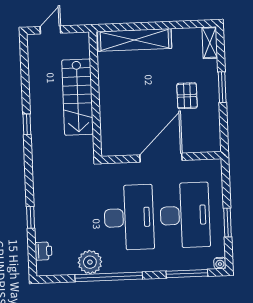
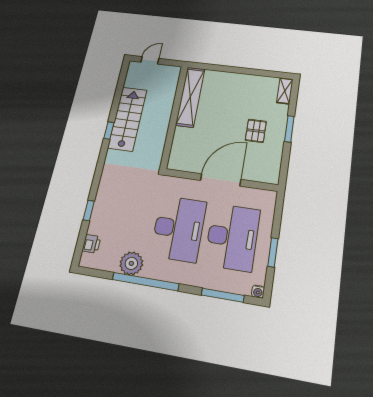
shelving: (134, 40) -> (190, 97), moved, turned 90
stairs: (78, 97) -> (127, 119), moved, turned 180

